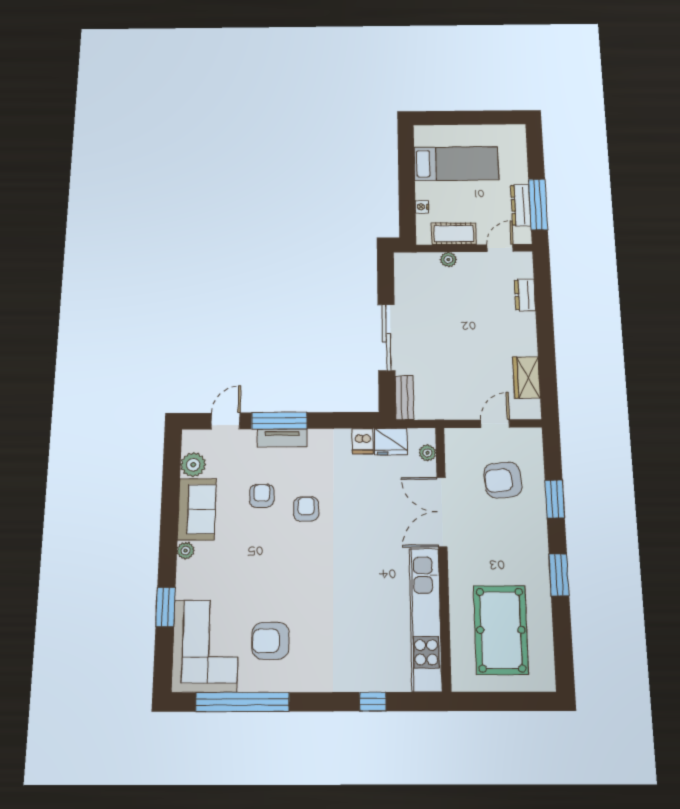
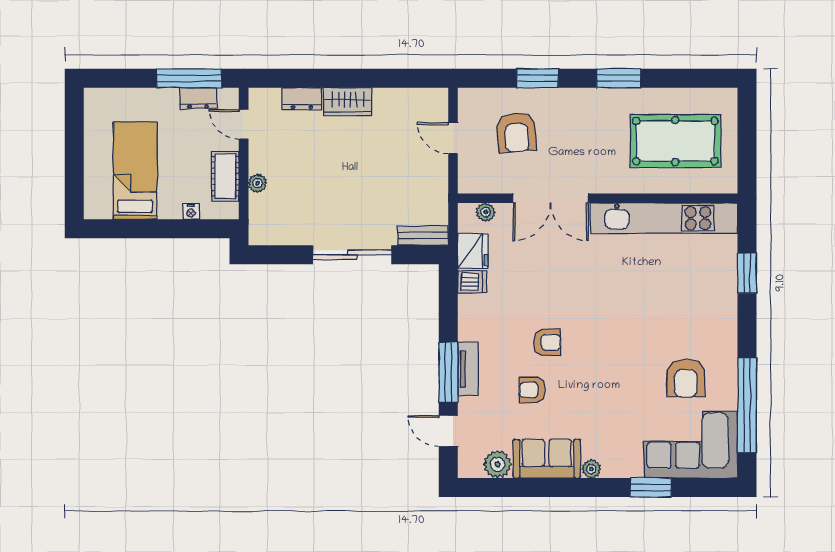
dresser: (521, 205) -> (198, 98), width x0.70
wardrobe: (526, 377) -> (347, 102), moved
armchair: (306, 509) -> (547, 342), turned 180
window: (373, 702) -> (747, 273), width x1.50

